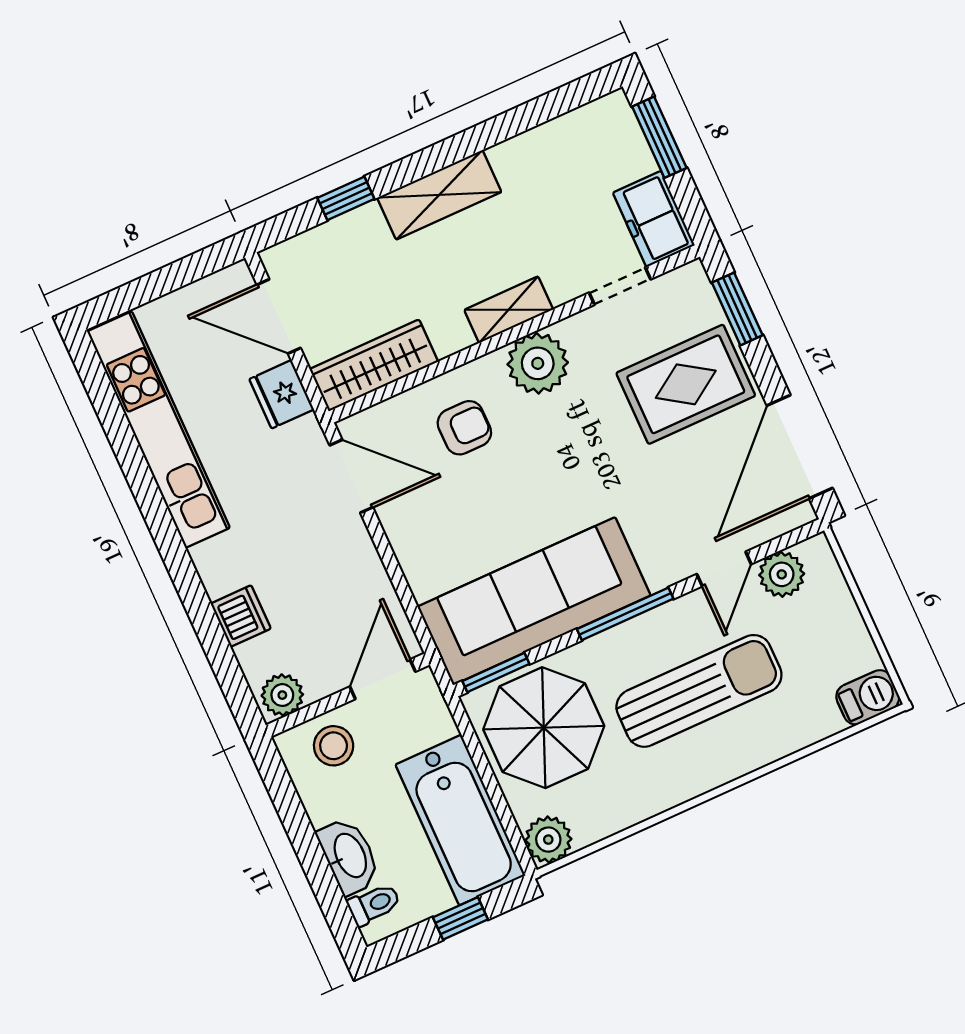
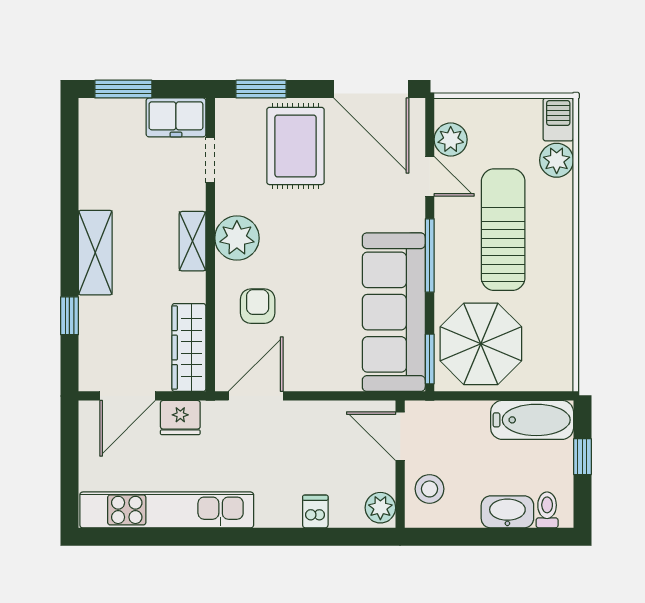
dishwasher: (241, 616) -> (315, 512), width x0.73
bathtub: (460, 820) -> (532, 420), width x0.73, depth x0.73
plant: (548, 840) -> (557, 160), moved

